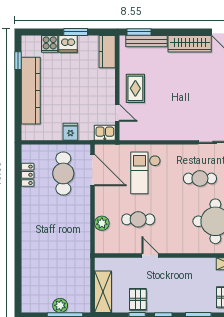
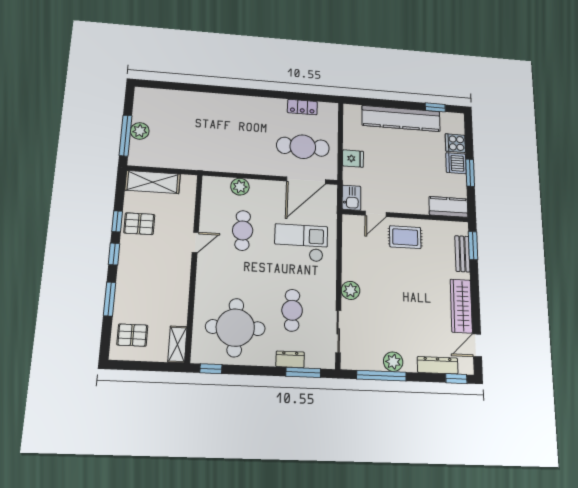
bench: (147, 41) -> (462, 254), width x0.73
plant: (182, 133) -> (350, 290), added

